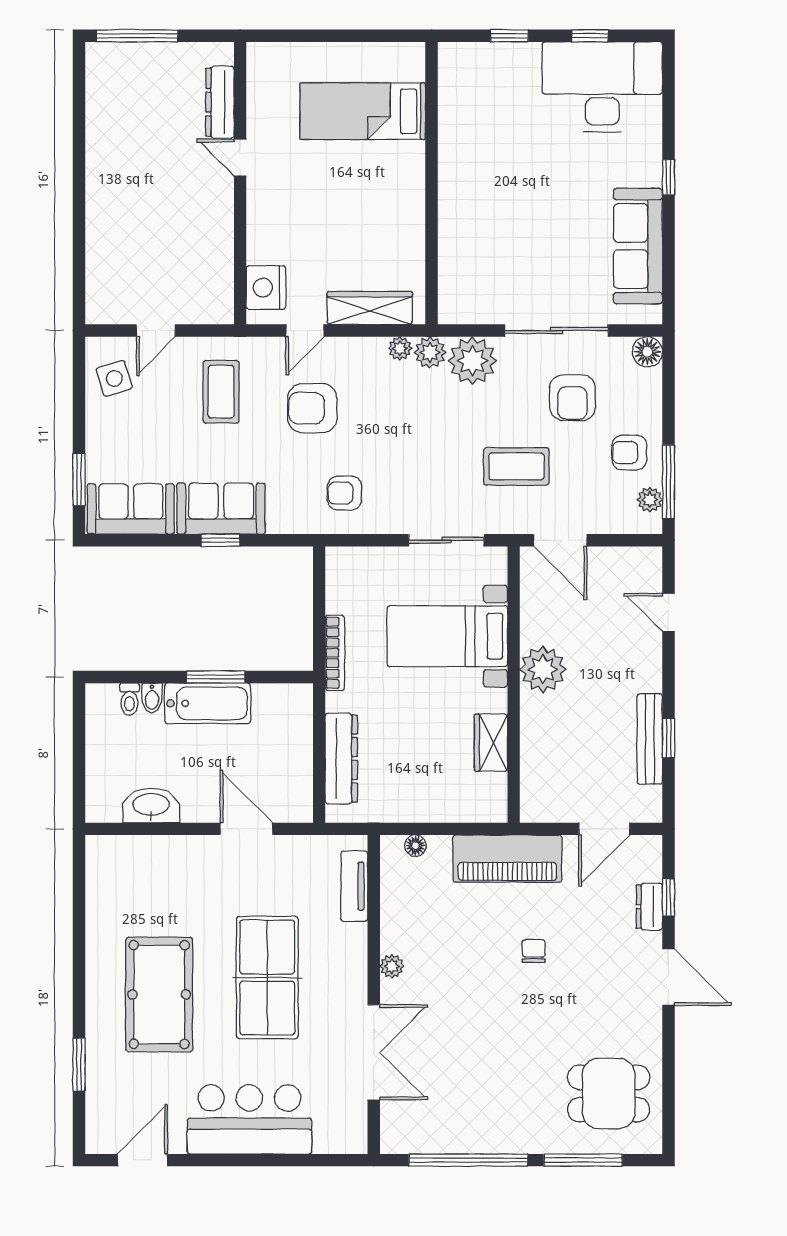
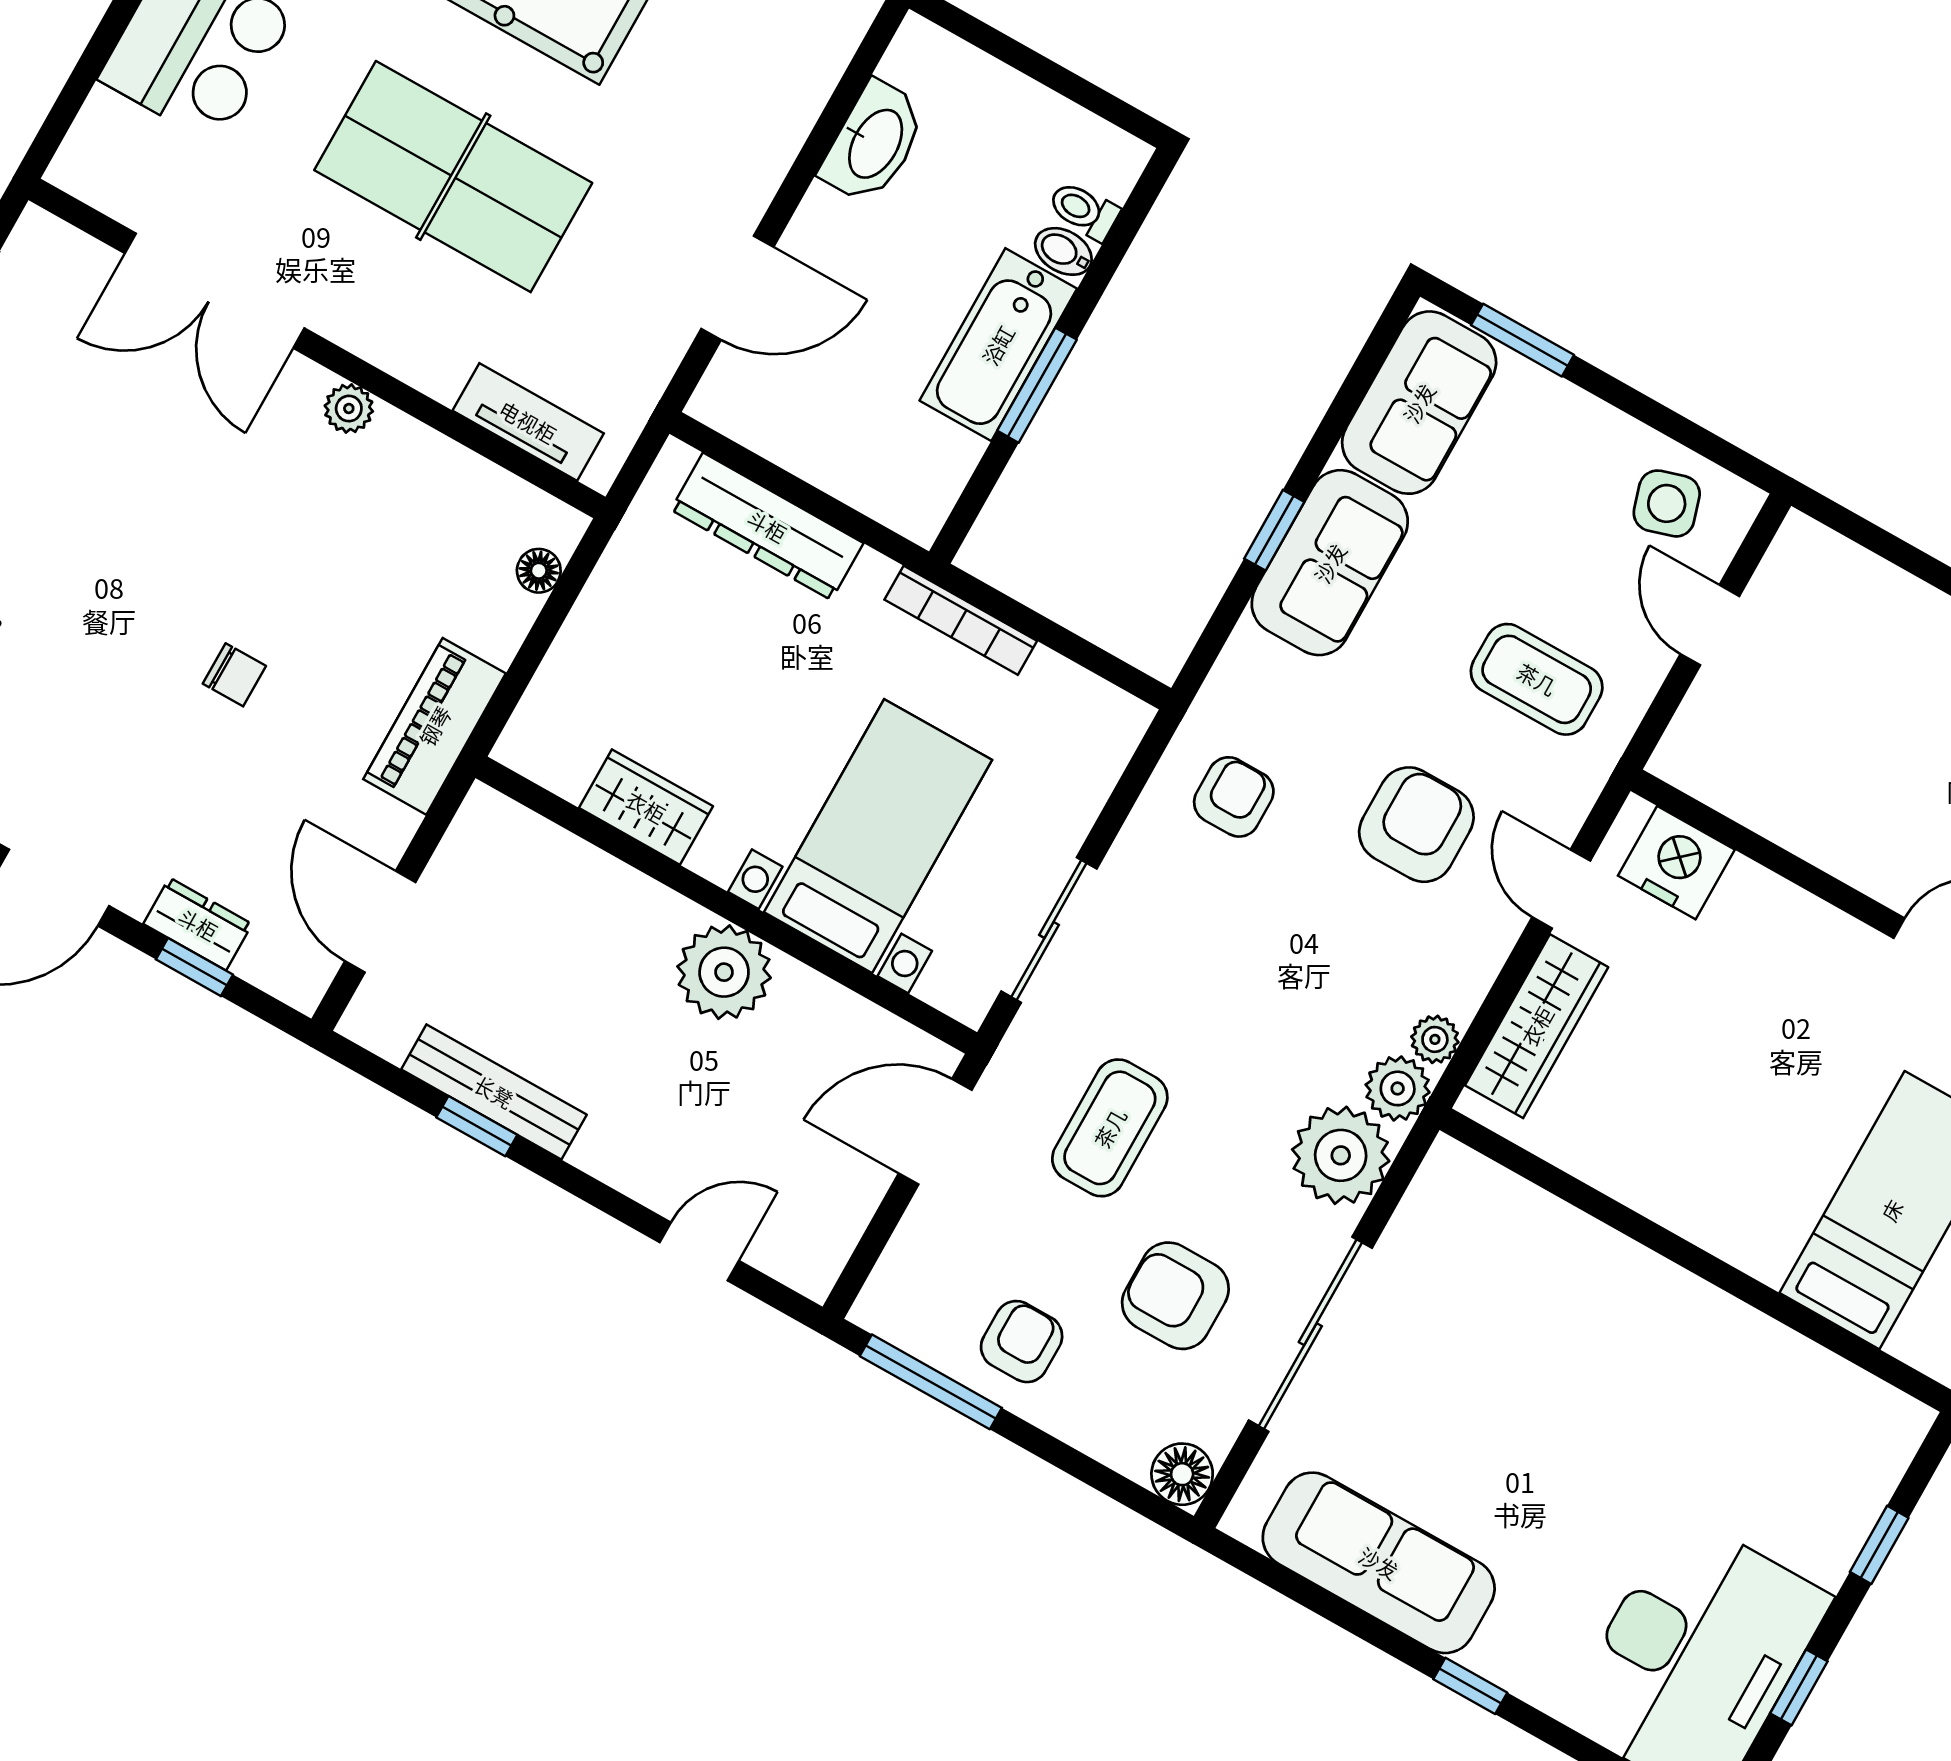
plant: (650, 500) -> (918, 1331), removed
piano: (507, 859) -> (435, 726), width x0.73, depth x0.75

